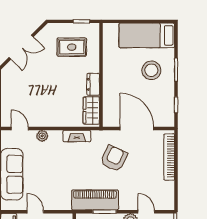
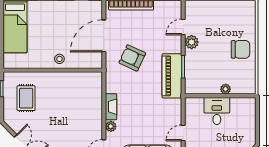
stool: (151, 70) -> (59, 59), moved, width x0.53, depth x0.53
dresser: (93, 84) -> (62, 78), removed
wardrobe: (91, 110) -> (87, 79), removed
fireplace: (77, 136) -> (111, 107), moved

